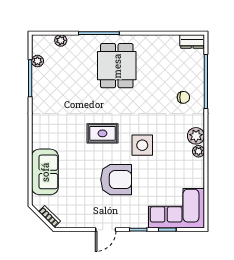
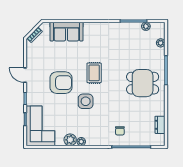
dresser: (192, 41) -> (160, 125), moved
plant: (196, 136) -> (70, 140), moved
armchair: (116, 180) -> (61, 83), turned -90

